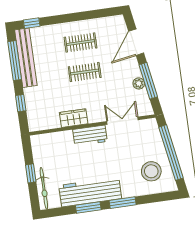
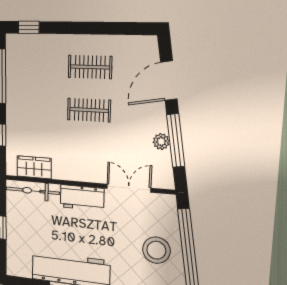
bench: (26, 58) -> (15, 75), removed
wardrobe: (74, 118) -> (34, 167), moved
stool: (151, 171) -> (156, 250), moved
bicycle: (44, 188) -> (32, 191), moved, turned 90

